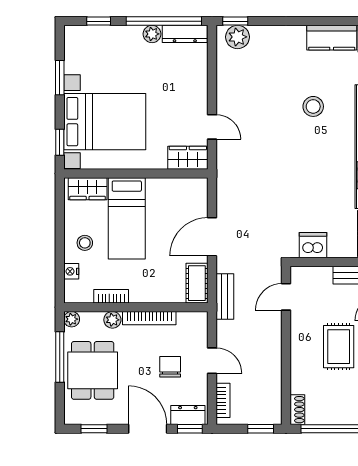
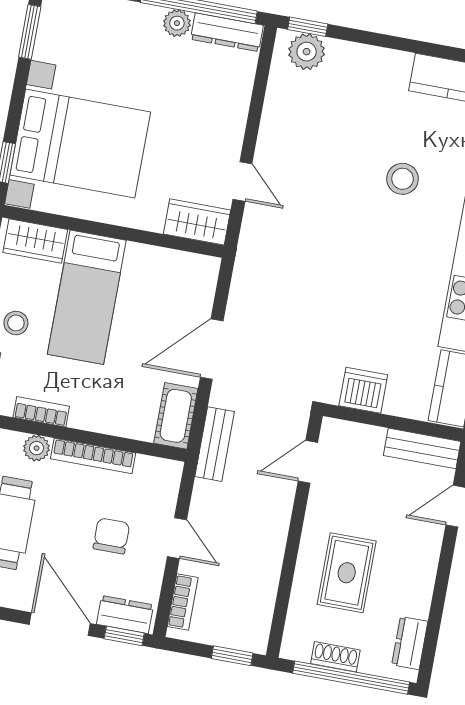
window: (60, 78) -> (30, 32), moved
rug: (339, 347) -> (347, 573), moved
shoe rack: (297, 410) -> (335, 657), moved, turned -90

